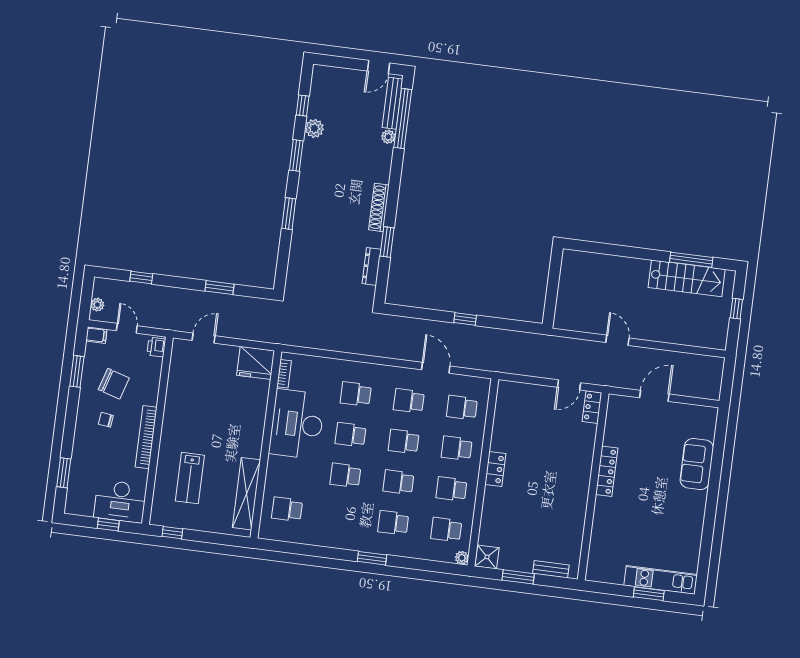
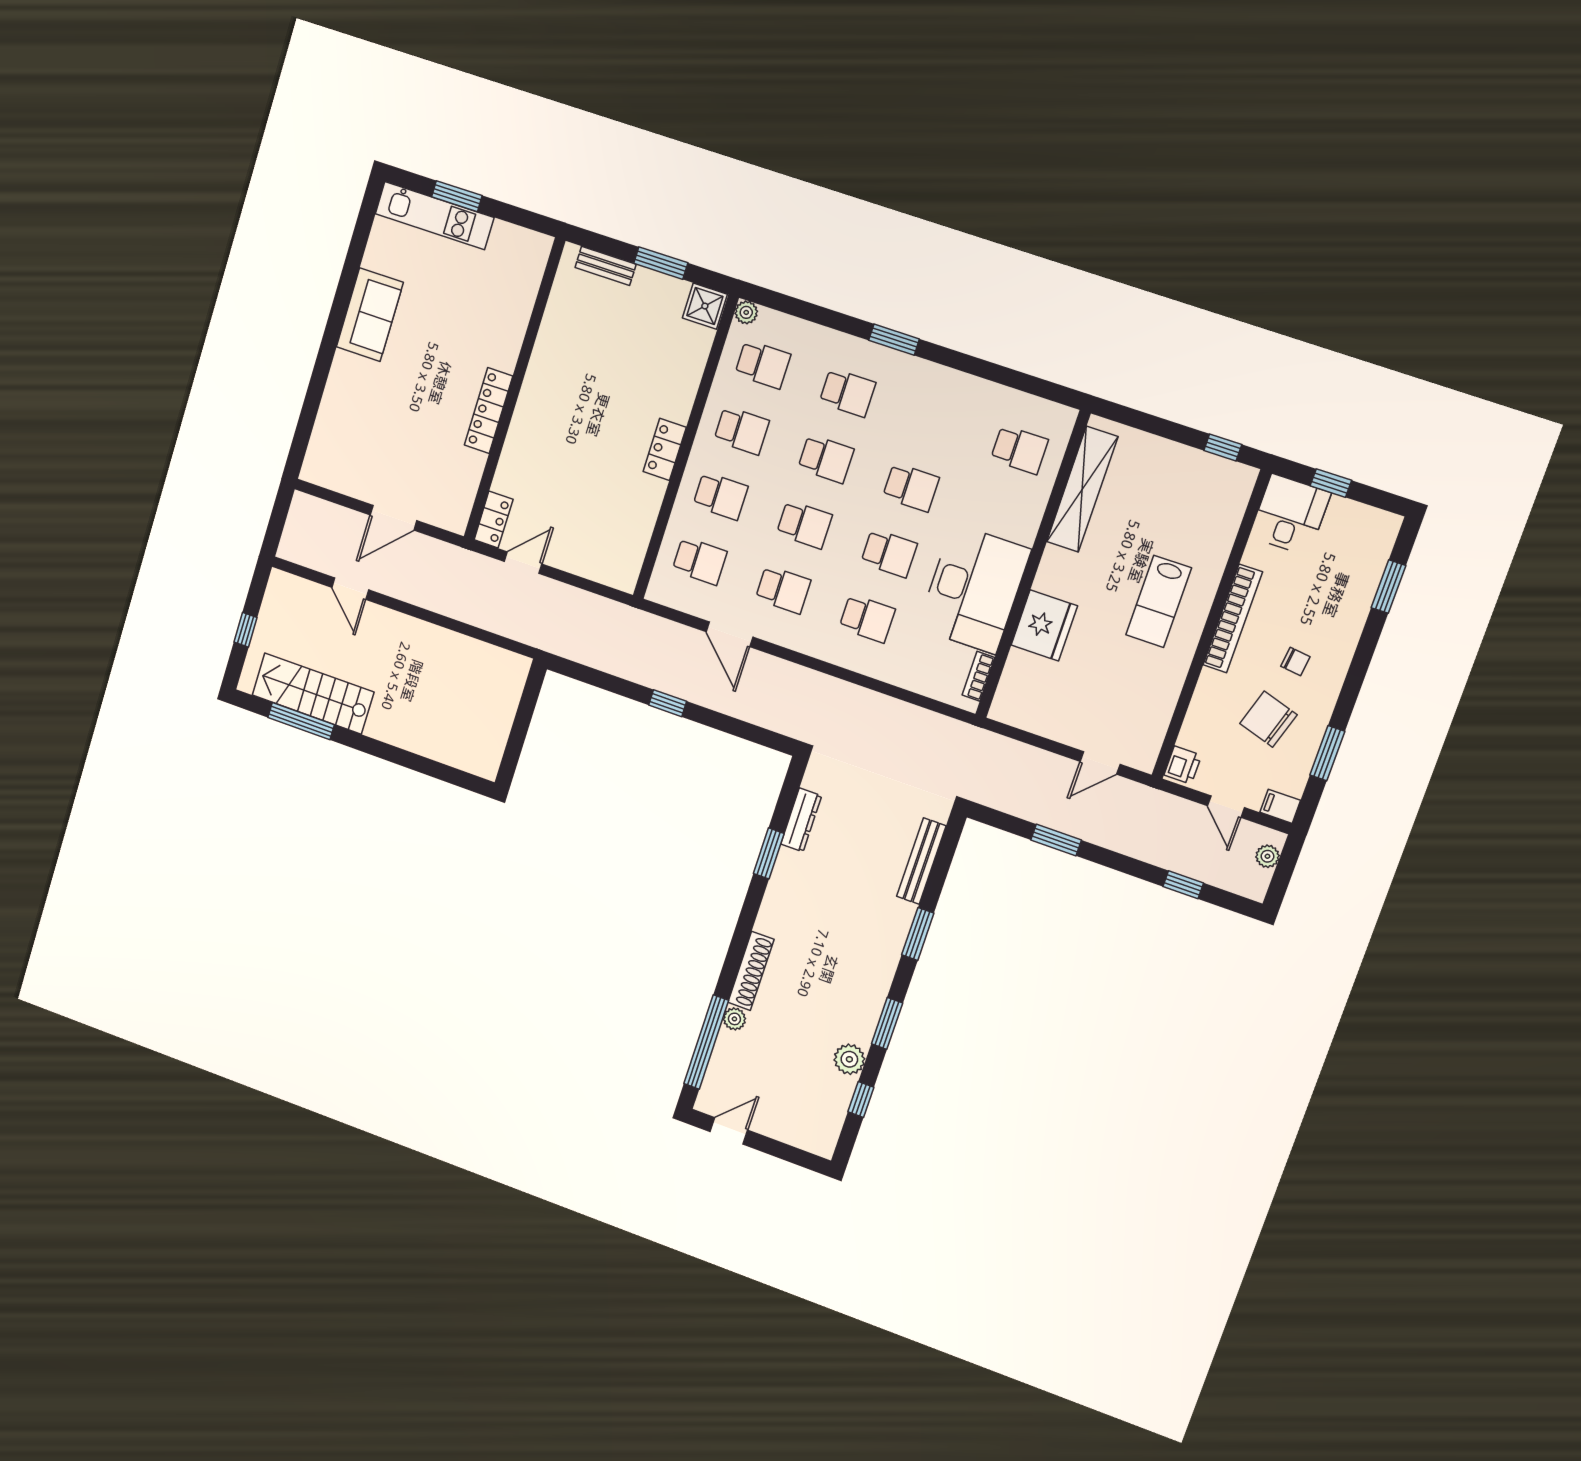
bench: (392, 103) -> (921, 861), moved
shoe rack: (379, 207) -> (751, 971), moved
door: (617, 340) -> (350, 589), moved
fridge: (256, 363) -> (1044, 625), moved, turned 90
sofa: (697, 464) -> (370, 315), moved
lab bench: (190, 478) -> (1159, 601), moved, turned 180
desk: (120, 501) -> (1290, 515), width x0.73

